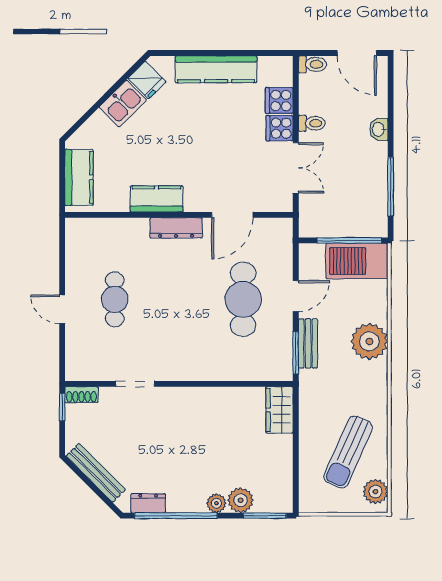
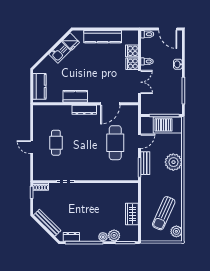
wardrobe: (279, 410) -> (132, 214), moved

